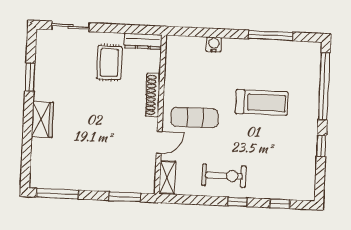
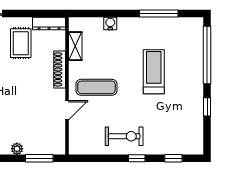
treadmill: (262, 103) -> (154, 72), turned -90
shelving: (167, 178) -> (75, 46), moved
plant: (99, 184) -> (17, 149), added

